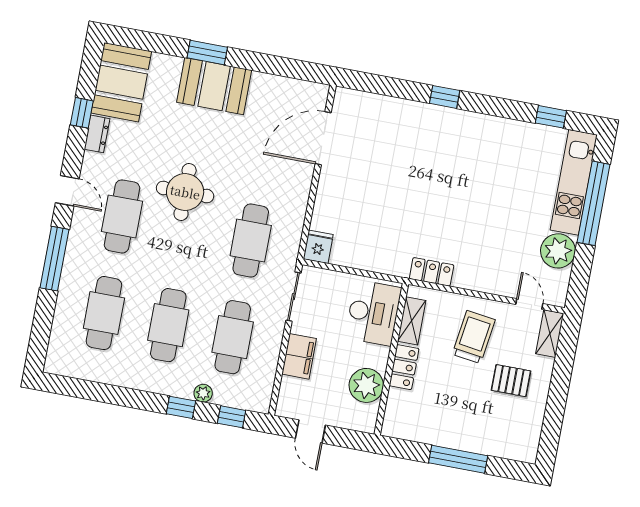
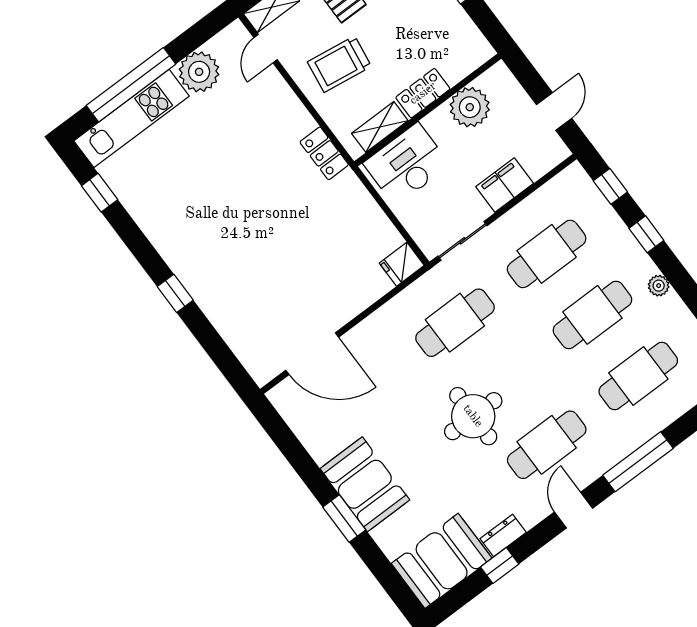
plant: (203, 393) -> (659, 286), moved

